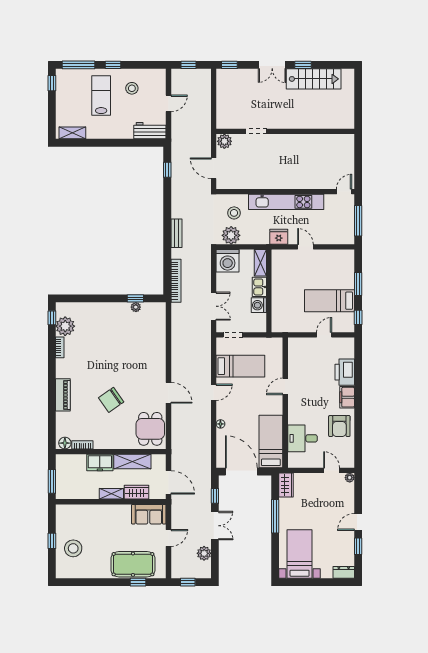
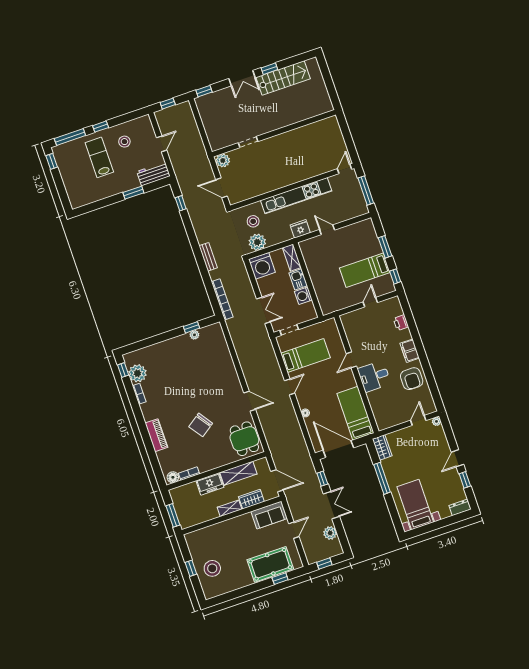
shelving: (72, 133) -> (85, 199), removed
window: (123, 143) -> (133, 193), added
printer: (345, 372) -> (401, 323), width x0.53, depth x0.68
desk: (302, 438) -> (374, 376), moved
door: (332, 470) -> (418, 420), hinge flipped

